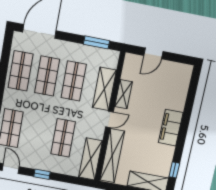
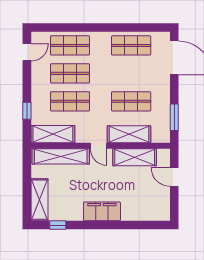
shop shelf: (47, 76) -> (70, 73), moved
shelving: (123, 94) -> (135, 157), width x1.50, depth x1.33
window: (42, 174) -> (27, 111), moved

